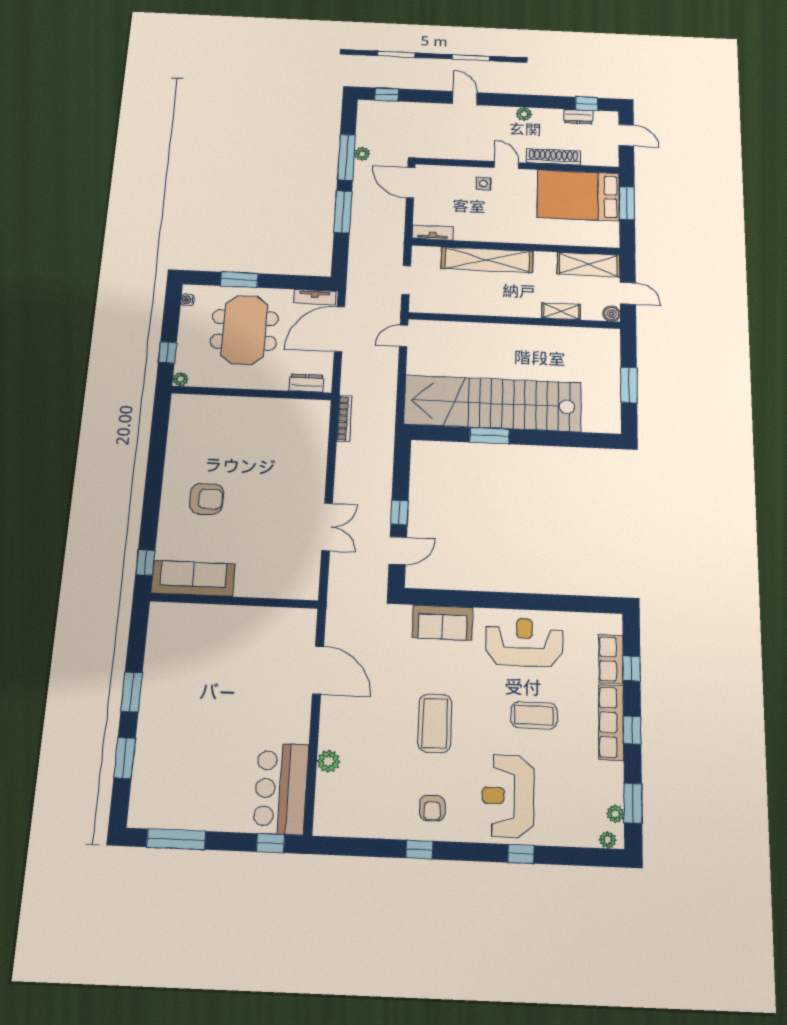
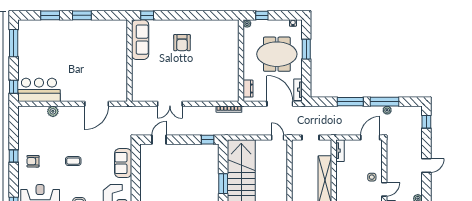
window: (400, 512) -> (208, 140), moved
door: (398, 551) -> (159, 140), swing flipped
coffee table: (435, 723) -> (73, 161), width x0.54, depth x0.58

